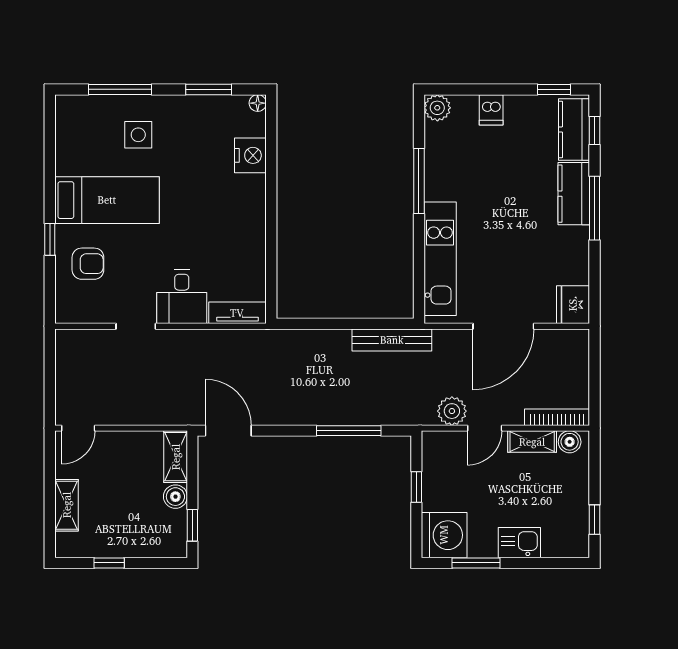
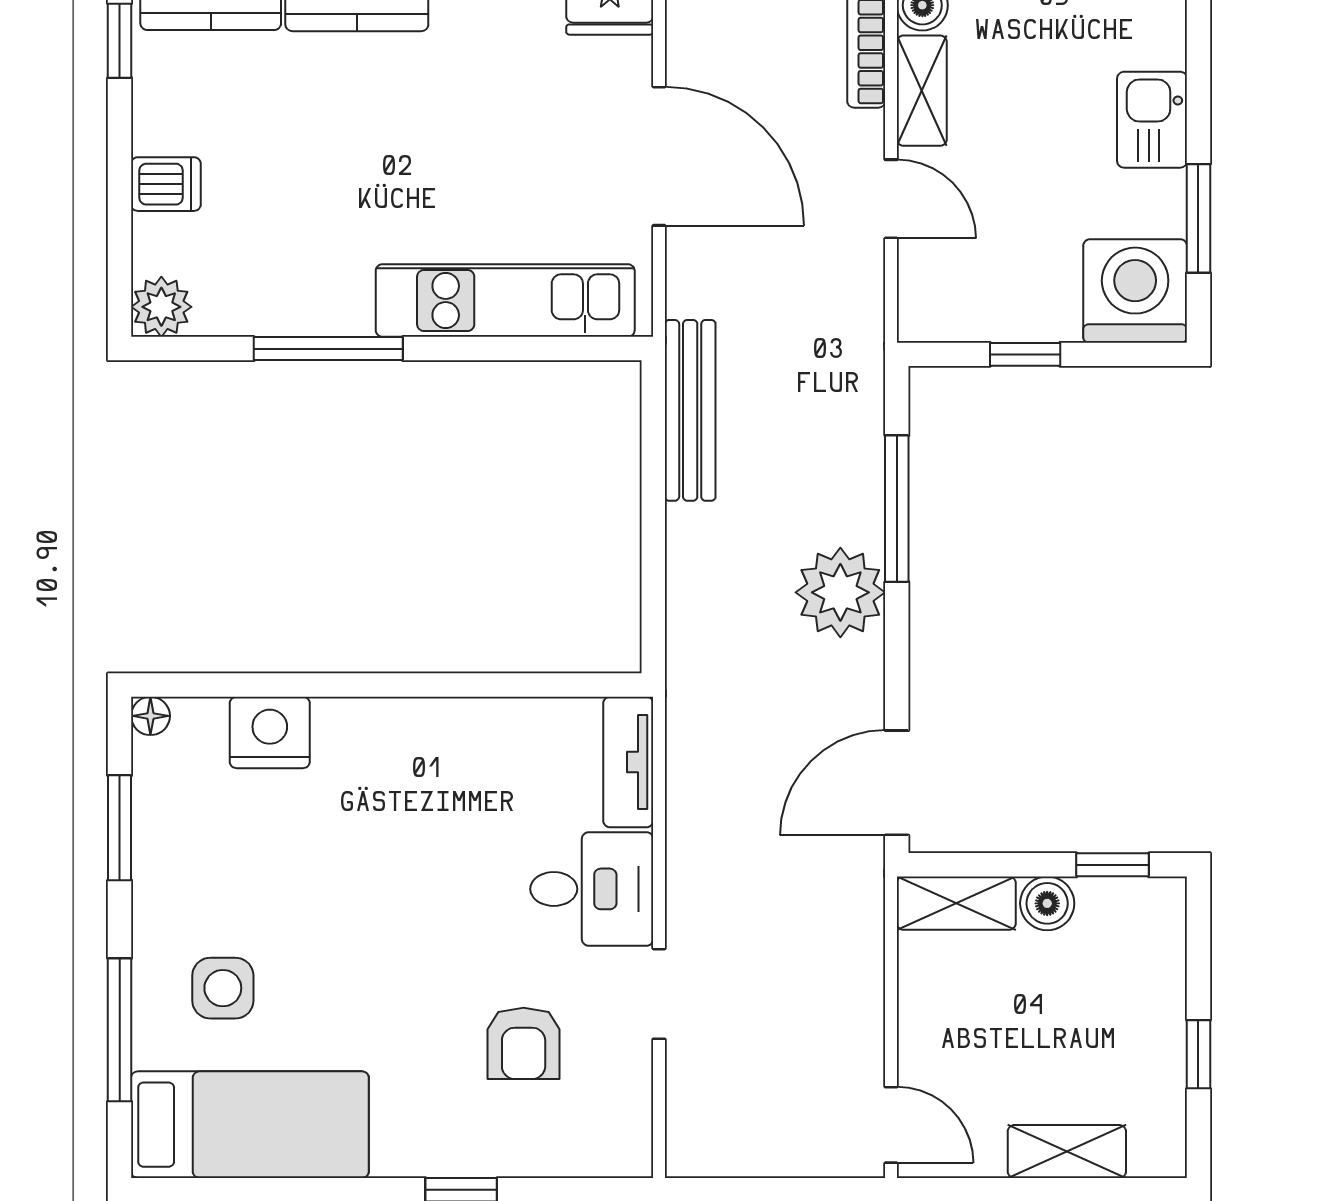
bed: (107, 200) -> (250, 1125), moved, turned 90
armchair: (88, 264) -> (524, 1043), moved, turned 180
plant: (452, 411) -> (840, 592), moved, width x1.36, depth x1.36

